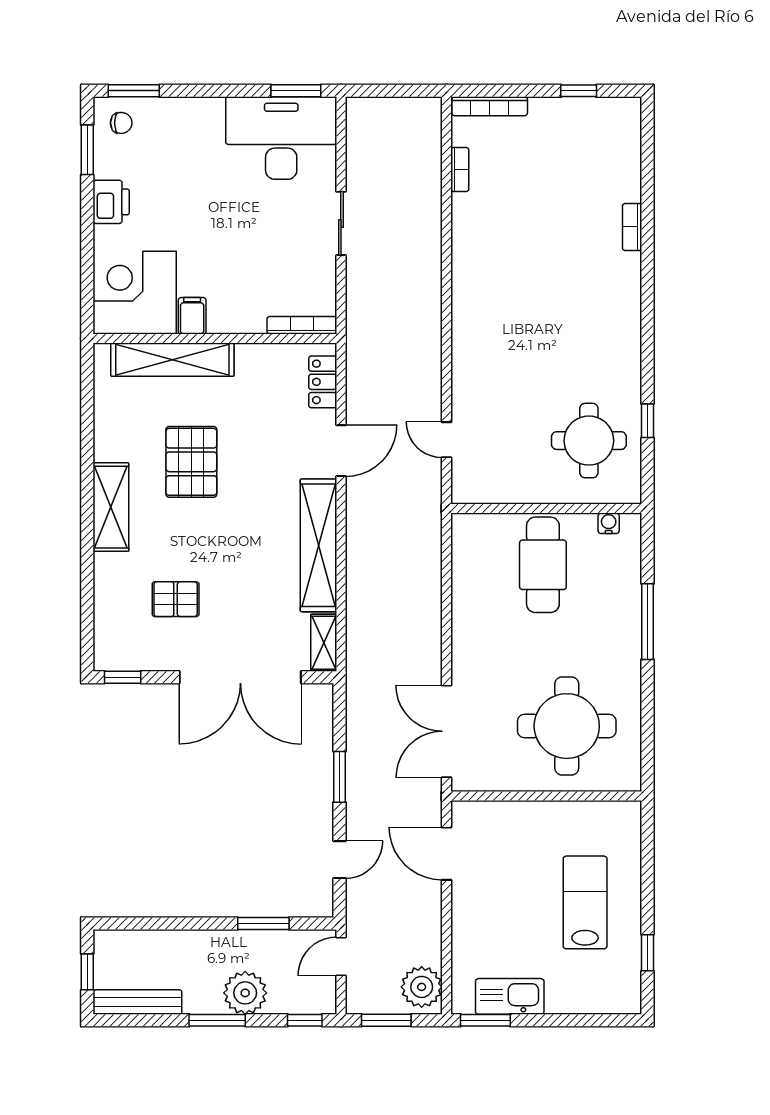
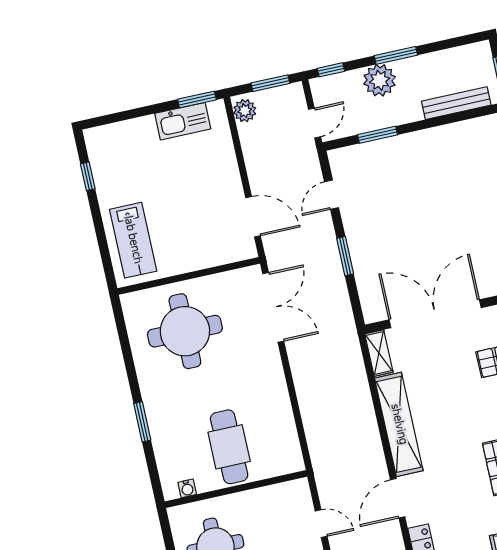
window: (647, 622) -> (142, 422), width x0.69
lab bench: (585, 902) -> (133, 240), moved
plant: (422, 987) -> (245, 111), width x0.73, depth x0.73
bench: (137, 1002) -> (456, 103), moved

